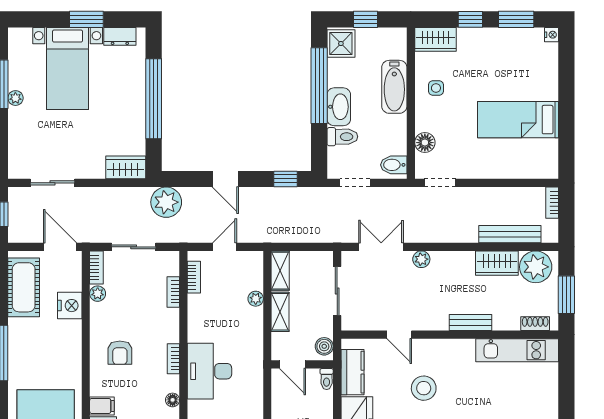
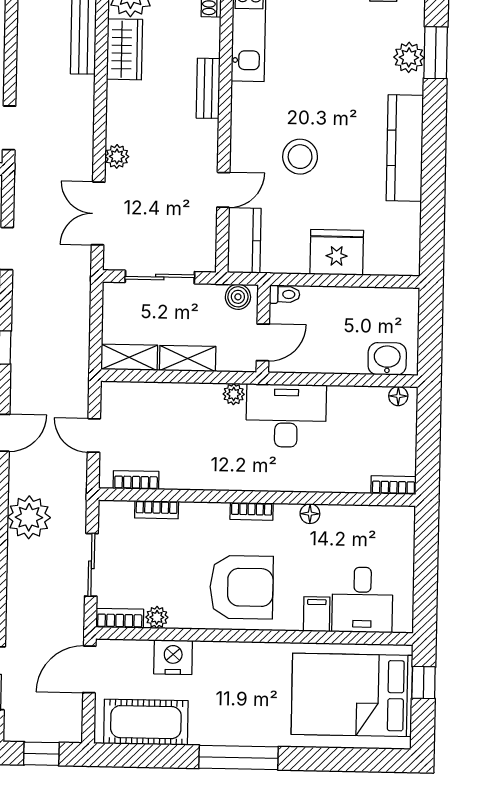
plant: (256, 299) -> (234, 394), moved
armchair: (120, 353) -> (241, 587), width x1.88, depth x1.88
desk: (209, 371) -> (286, 416), moved, turned 180
kitchen counter: (352, 372) -> (244, 241), moved, turned 90

